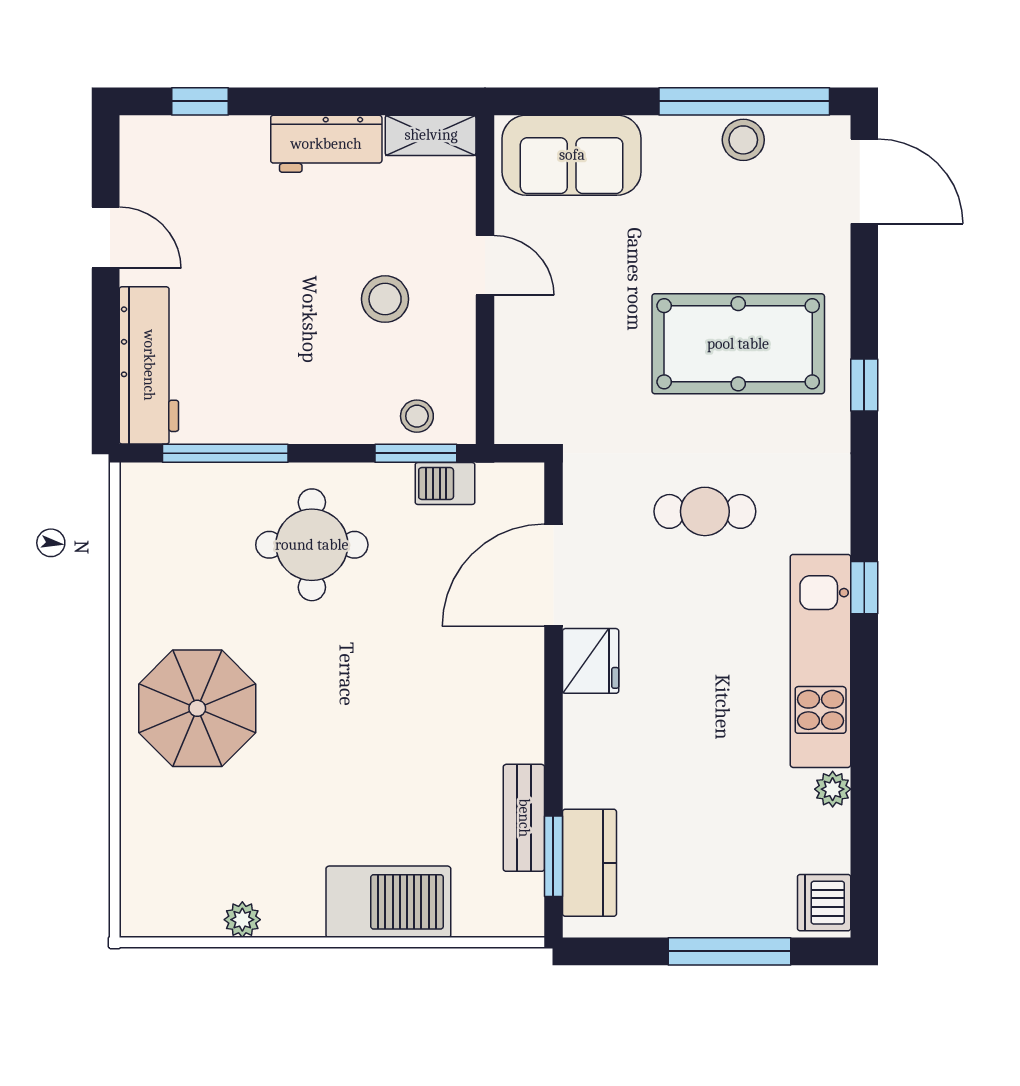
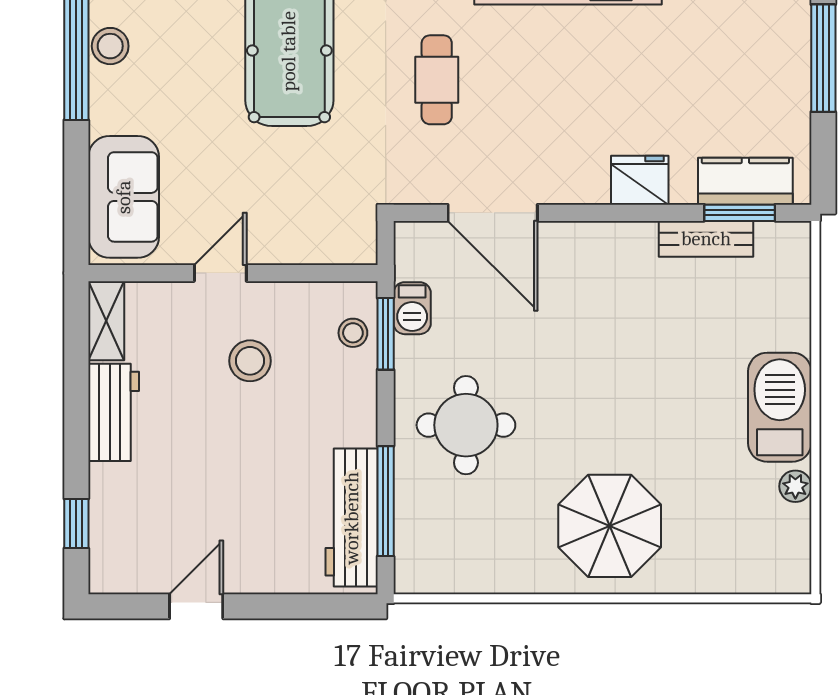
workbench: (149, 365) -> (352, 518), moved, turned -90
fridge: (591, 661) -> (640, 180), moved
barbecue: (388, 902) -> (780, 407), moved

